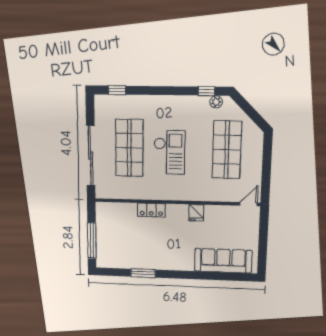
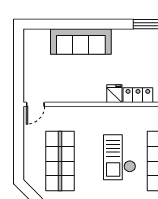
fridge: (196, 213) -> (114, 94), moved
sofa: (223, 261) -> (81, 41), moved

